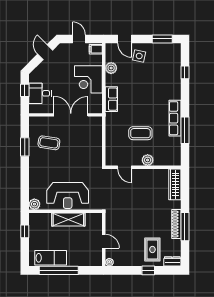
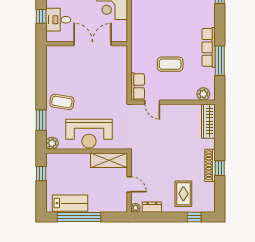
row of seats: (111, 99) -> (138, 86), moved
coffee table: (49, 143) -> (62, 102), moved
window: (25, 147) -> (41, 120), moved
plant: (148, 160) -> (203, 94), moved
shelving: (68, 219) -> (109, 160), moved
window: (185, 227) -> (220, 168), width x0.46
dresser: (172, 261) -> (152, 207), moved
window: (148, 270) -> (194, 217), moved

